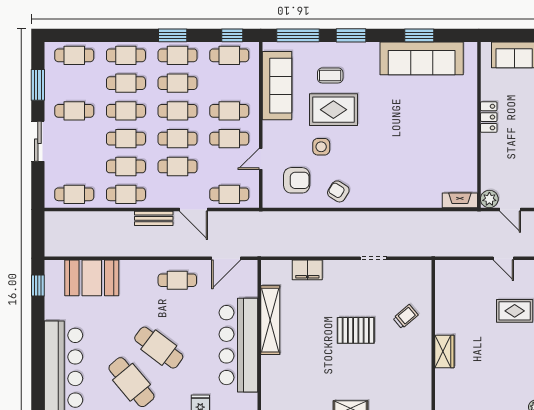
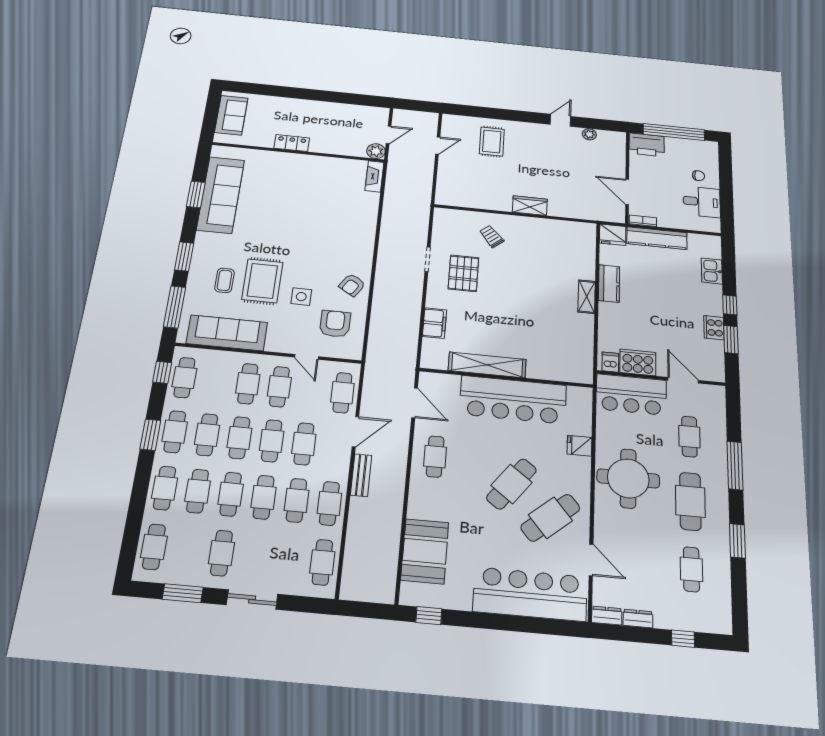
pallet: (356, 330) -> (463, 273), moved

